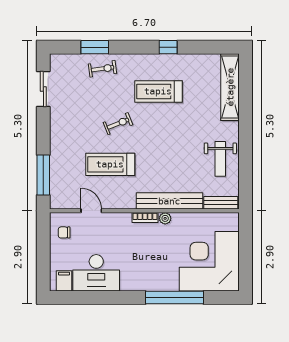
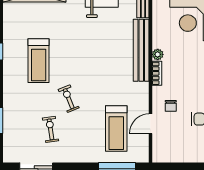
exercise bike: (103, 69) -> (51, 129), moved
treadmill: (110, 164) -> (116, 129), moved
chair: (64, 232) -> (171, 106), moved

